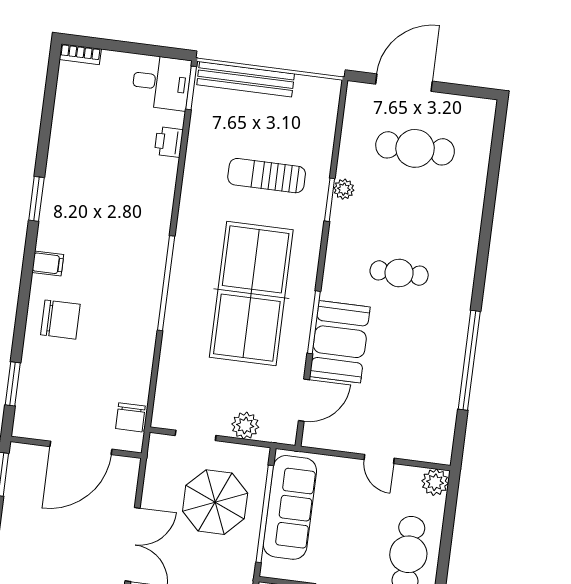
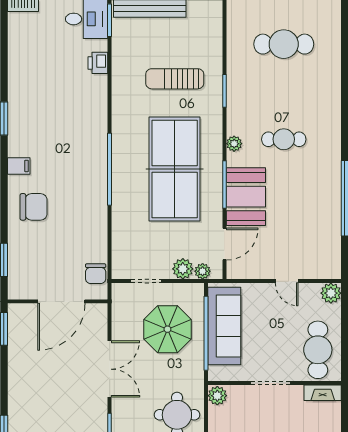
plant: (344, 189) -> (234, 144), moved
plant: (271, 432) -> (203, 271), added

